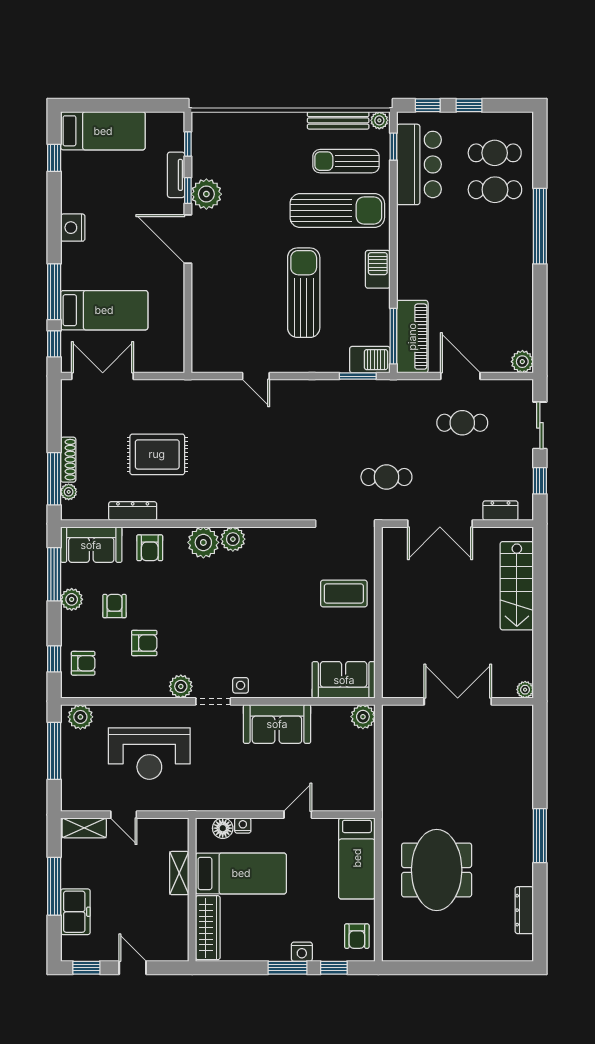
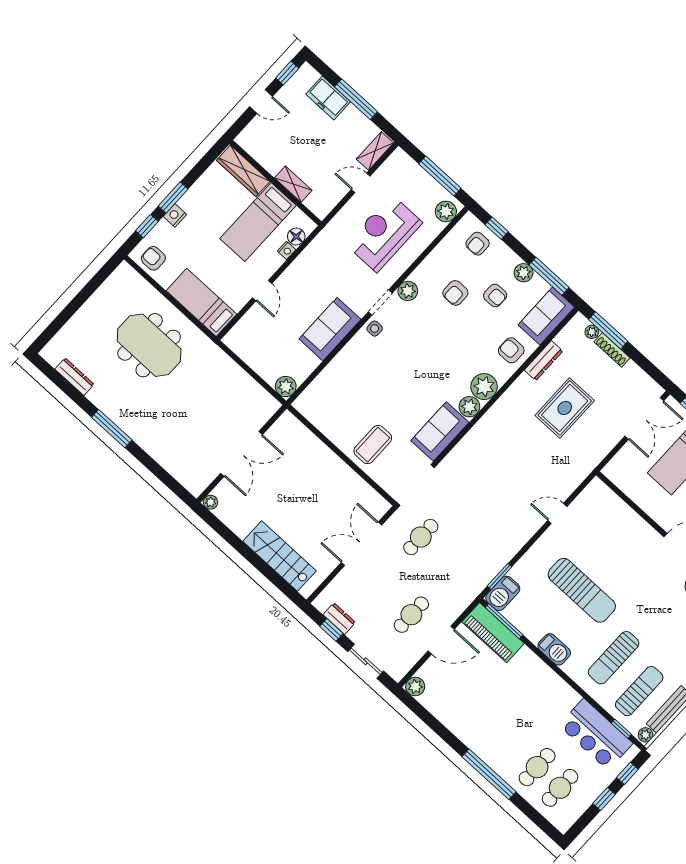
sun lounger: (337, 211) -> (614, 658), width x0.73, depth x0.75
dresser: (500, 511) -> (339, 619), moved, turned -90
sofa: (344, 680) -> (440, 431), moved, turned 180

